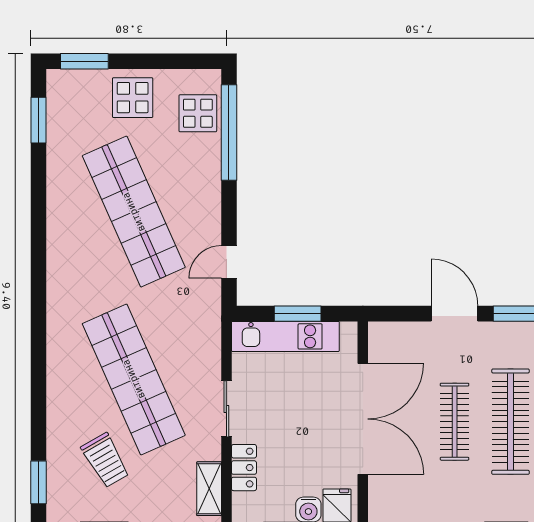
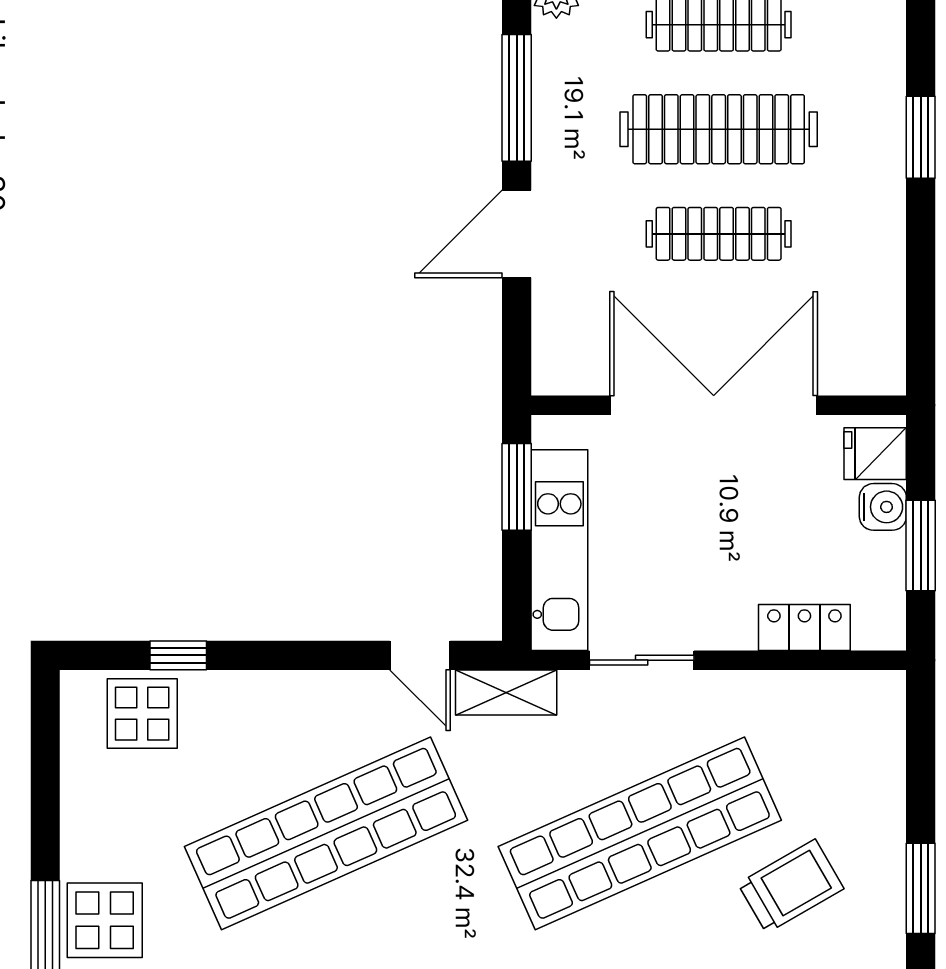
display table: (133, 98) -> (105, 920), moved
window: (229, 132) -> (178, 655), width x0.32
window: (298, 314) -> (517, 487), moved
sliding door: (226, 409) -> (642, 660), moved
shelving: (209, 489) -> (506, 692), moved

